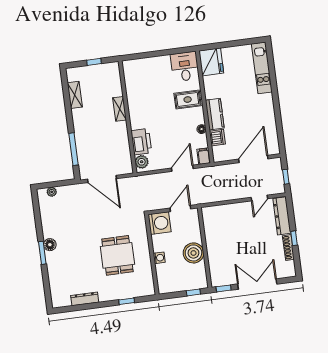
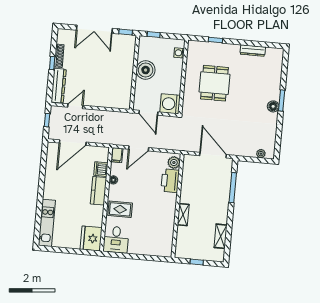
door: (180, 208) -> (148, 113), hinge flipped
washing machine: (159, 258) -> (179, 53), moved

